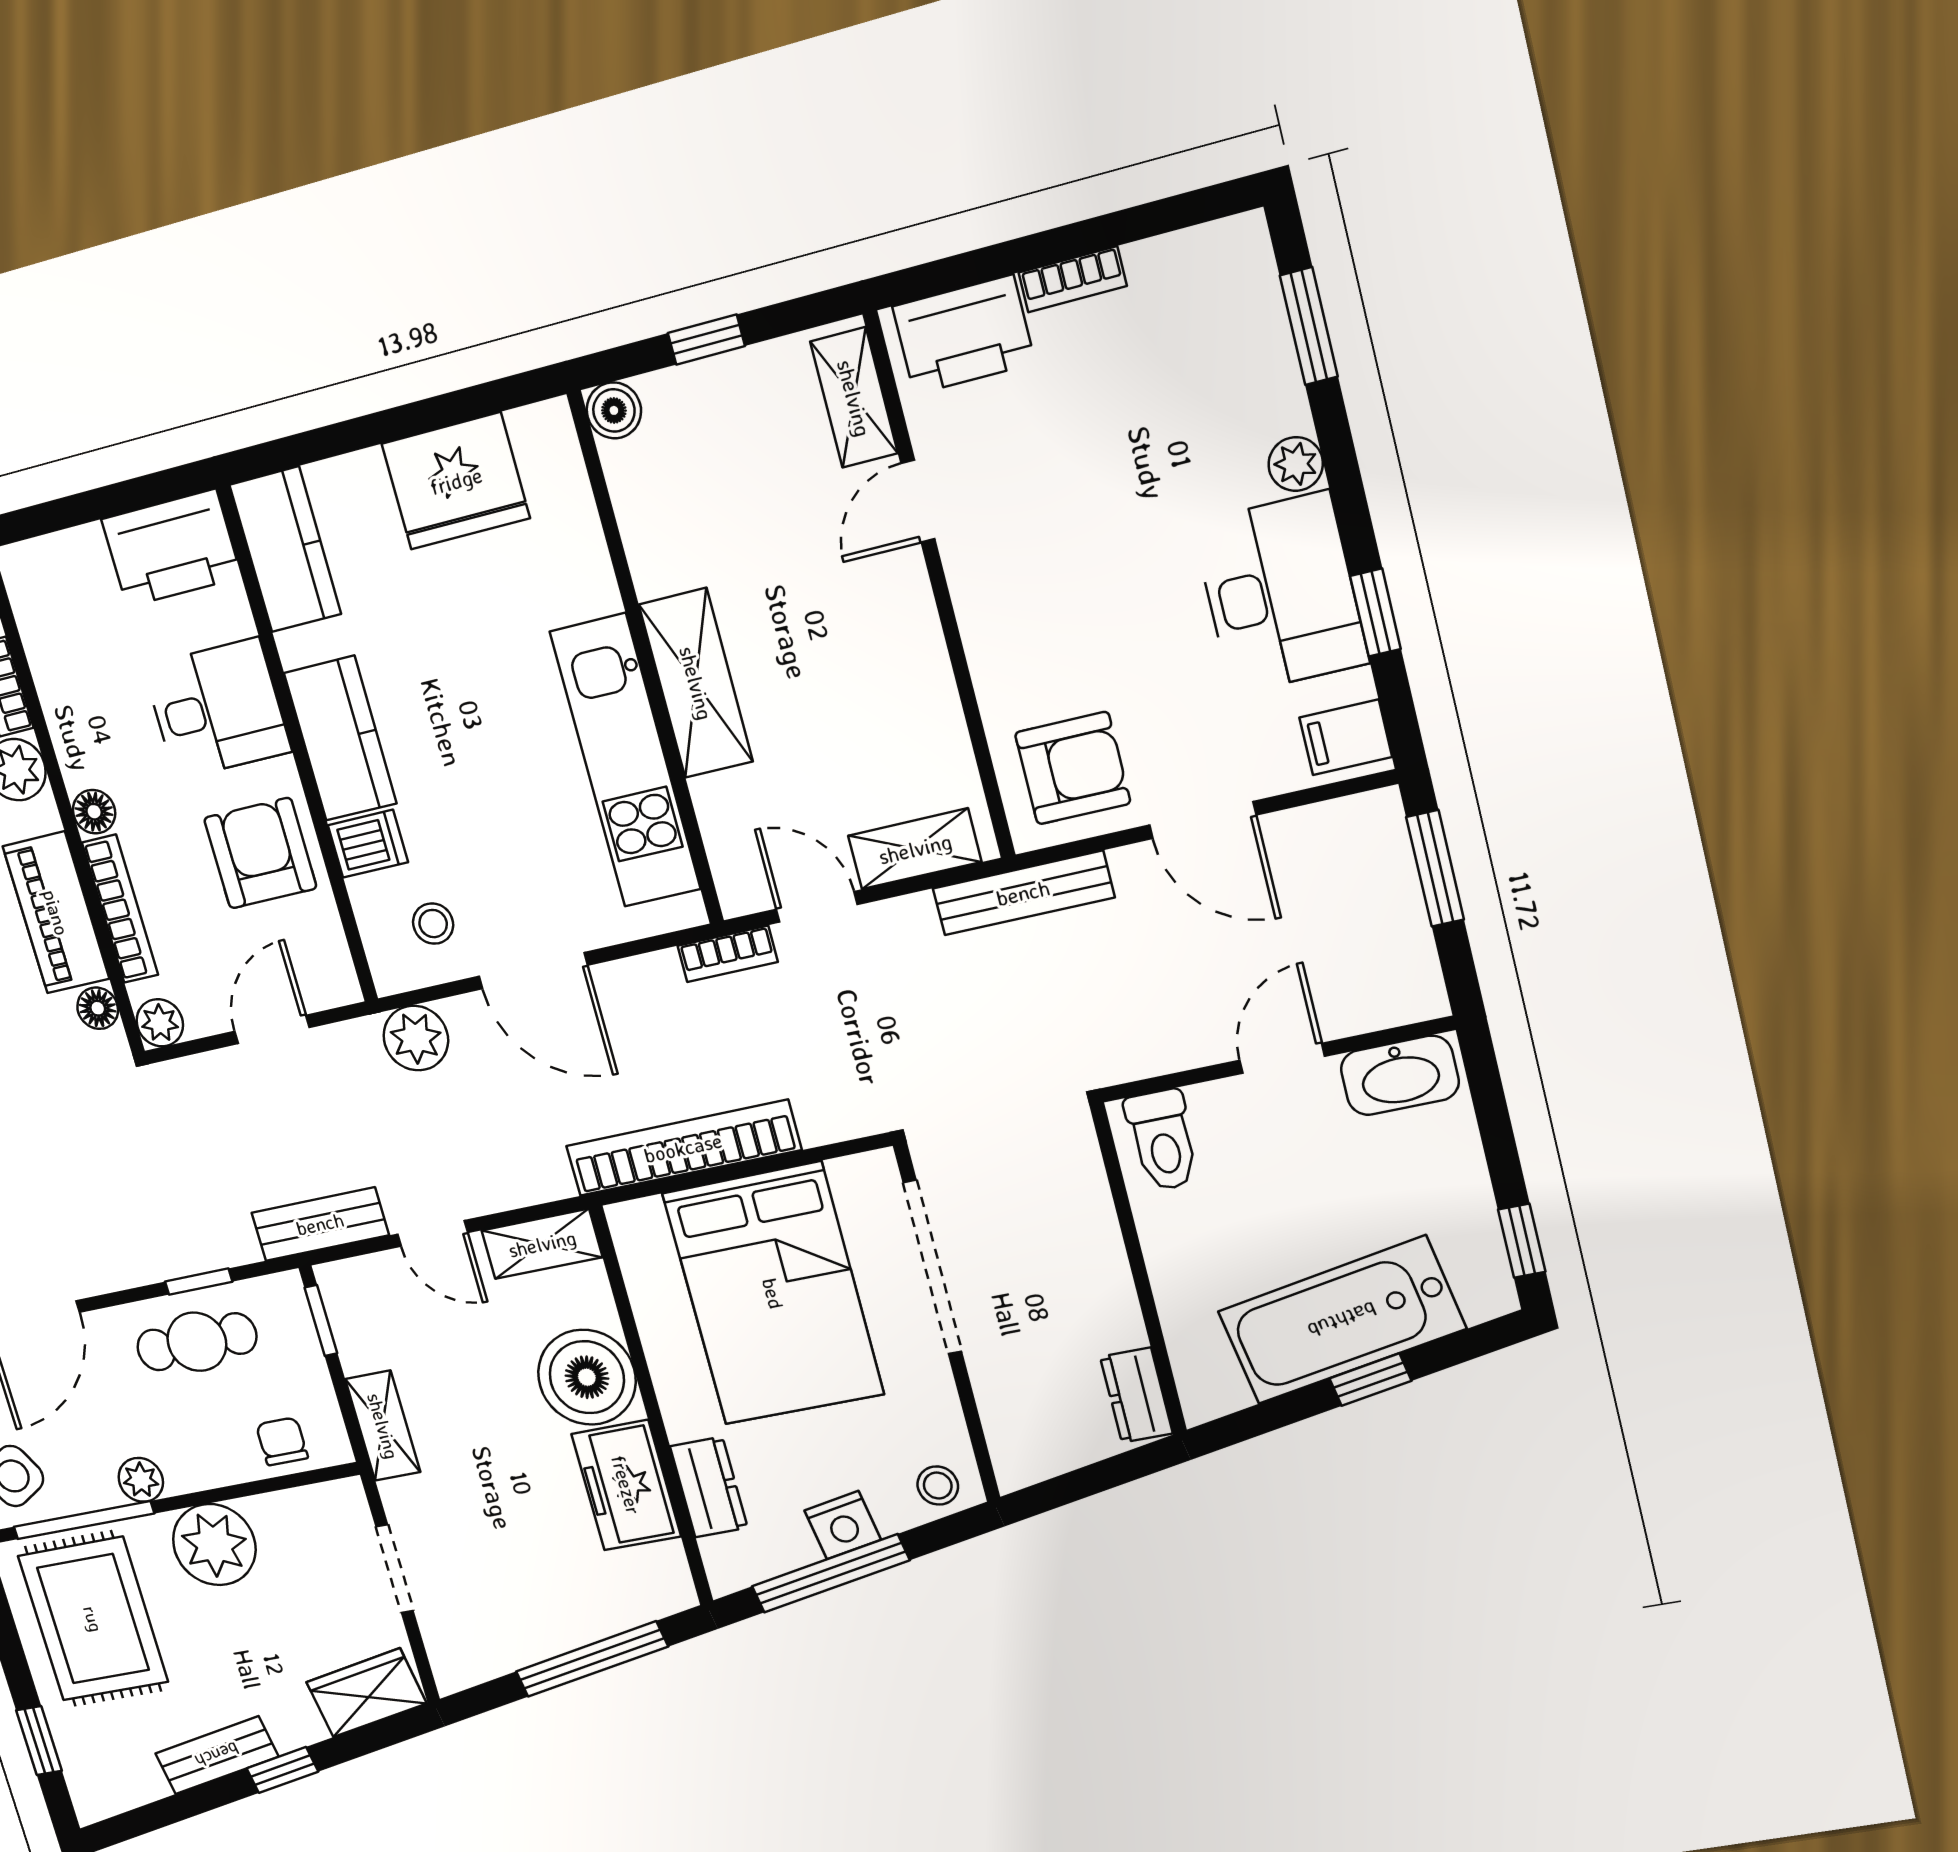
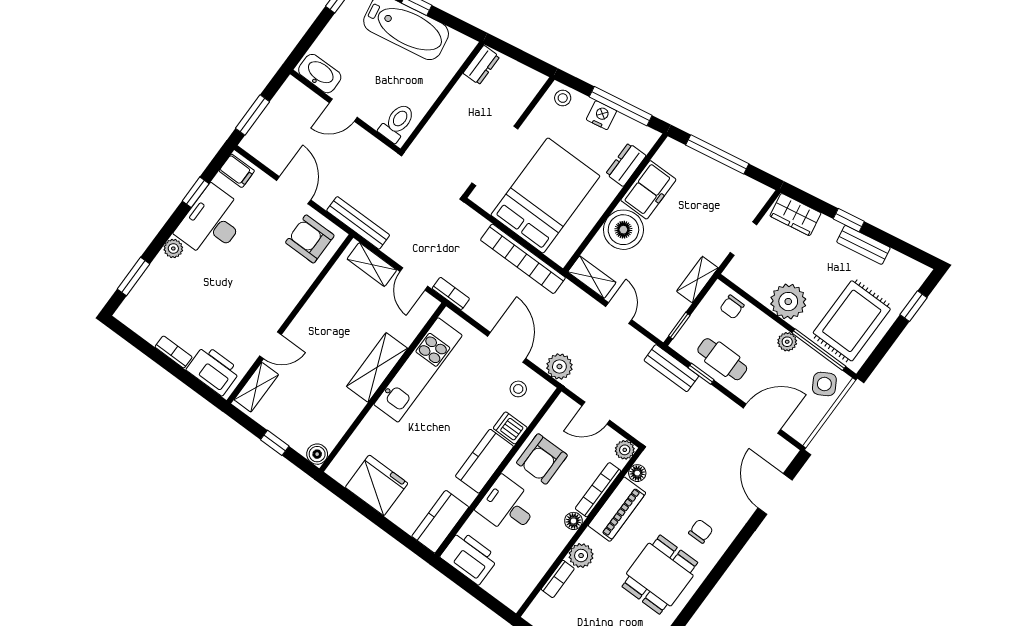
bench: (320, 1224) -> (671, 368), moved

